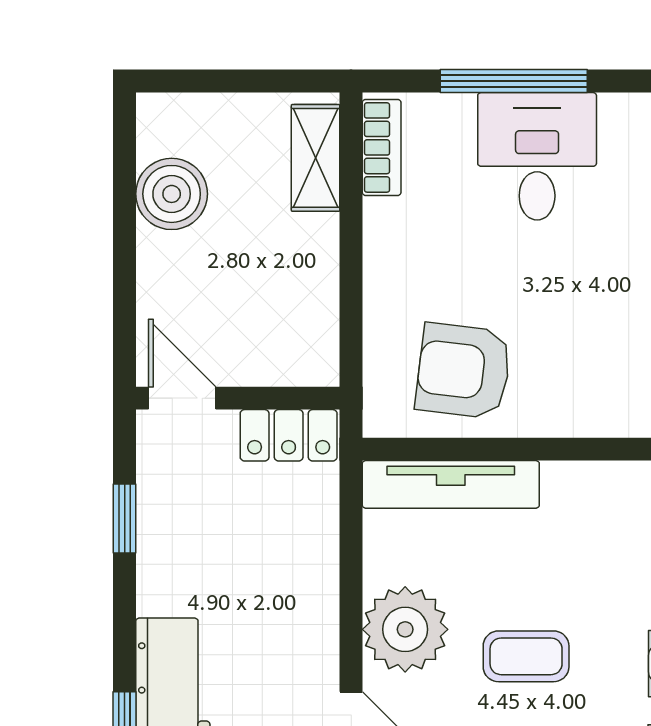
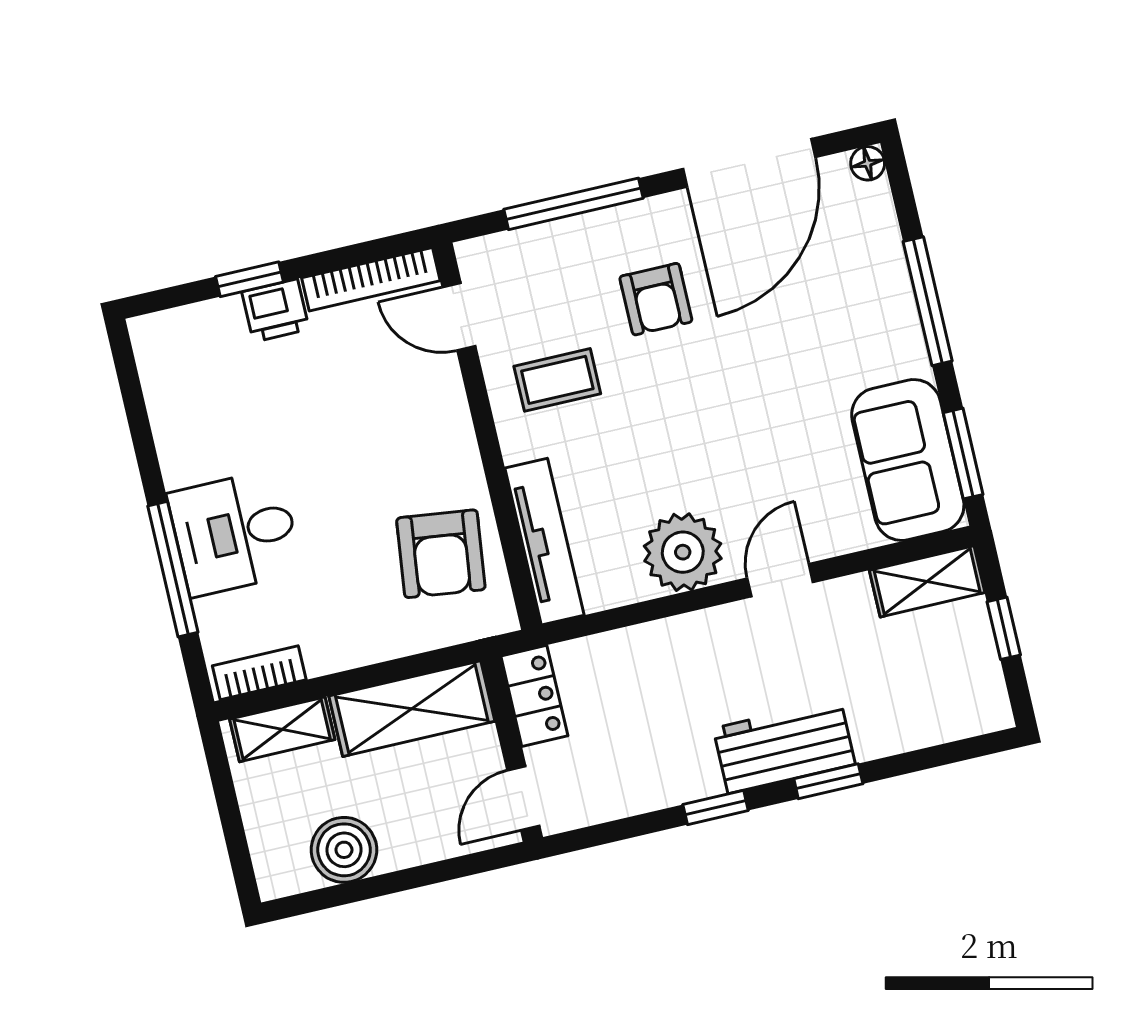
shelving: (306, 301) -> (412, 709), added
window: (125, 518) -> (716, 808), moved
coffee table: (526, 656) -> (557, 380), moved, turned 90

